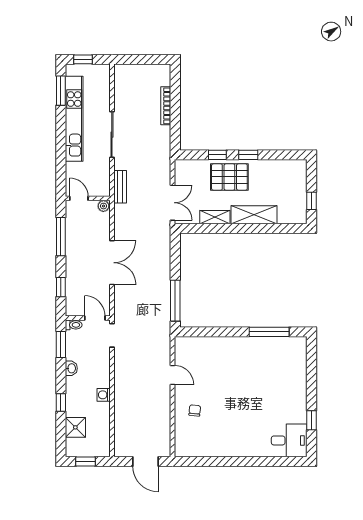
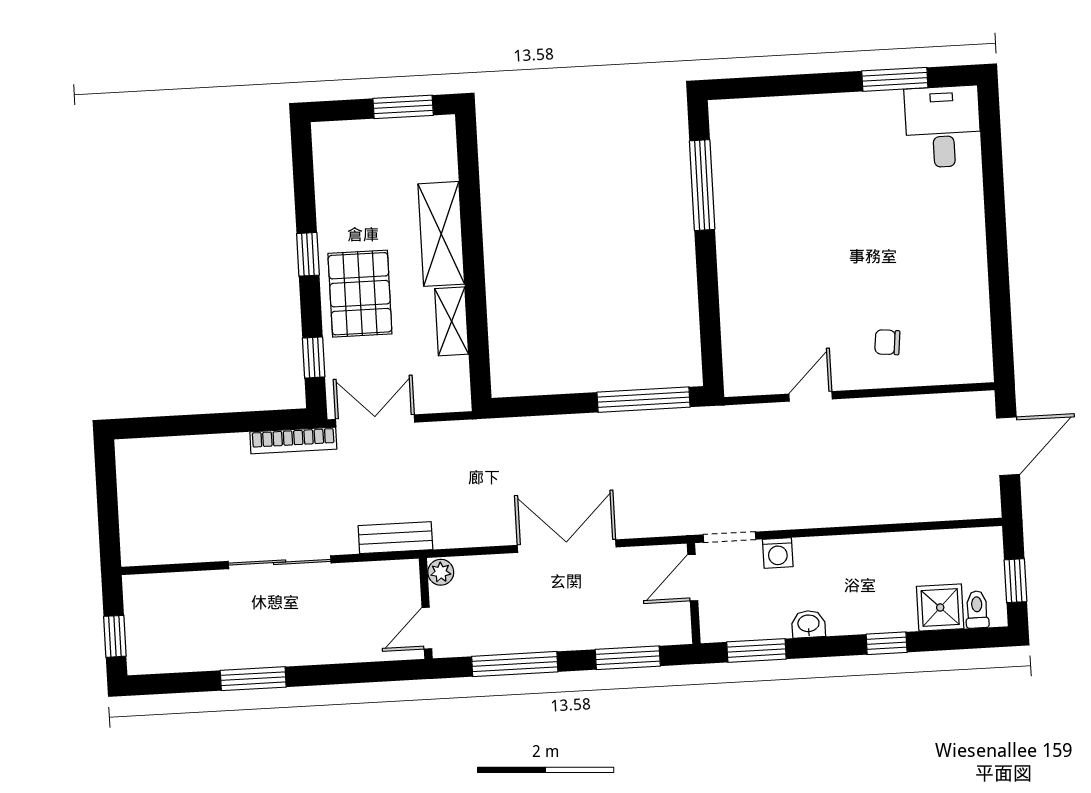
window: (61, 91) -> (253, 679), moved
bookcase: (166, 106) -> (293, 440), moved
kitchen unit: (74, 119) -> (249, 649), removed
window: (217, 155) -> (314, 358), moved
window: (311, 201) -> (403, 107), width x1.50
double door: (173, 203) -> (375, 421), moved
window: (61, 287) -> (628, 658), width x1.50
toilet: (74, 325) -> (977, 609), moved
washing machine: (104, 395) -> (778, 553), moved
window: (311, 420) -> (895, 79), width x1.50

